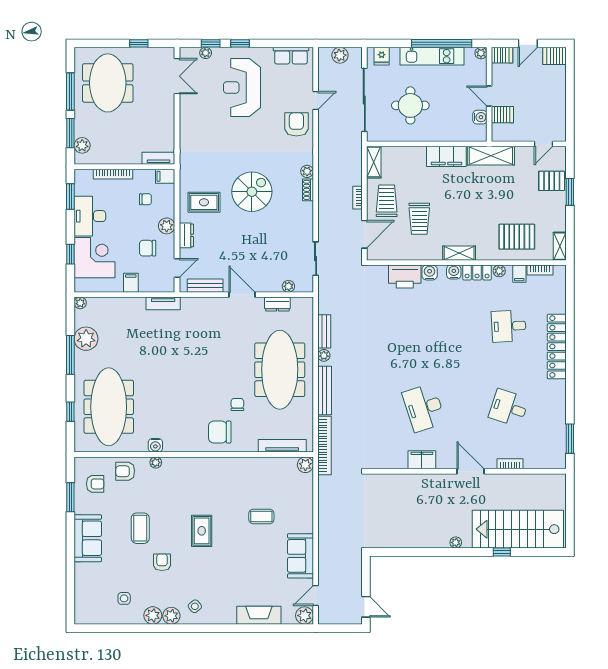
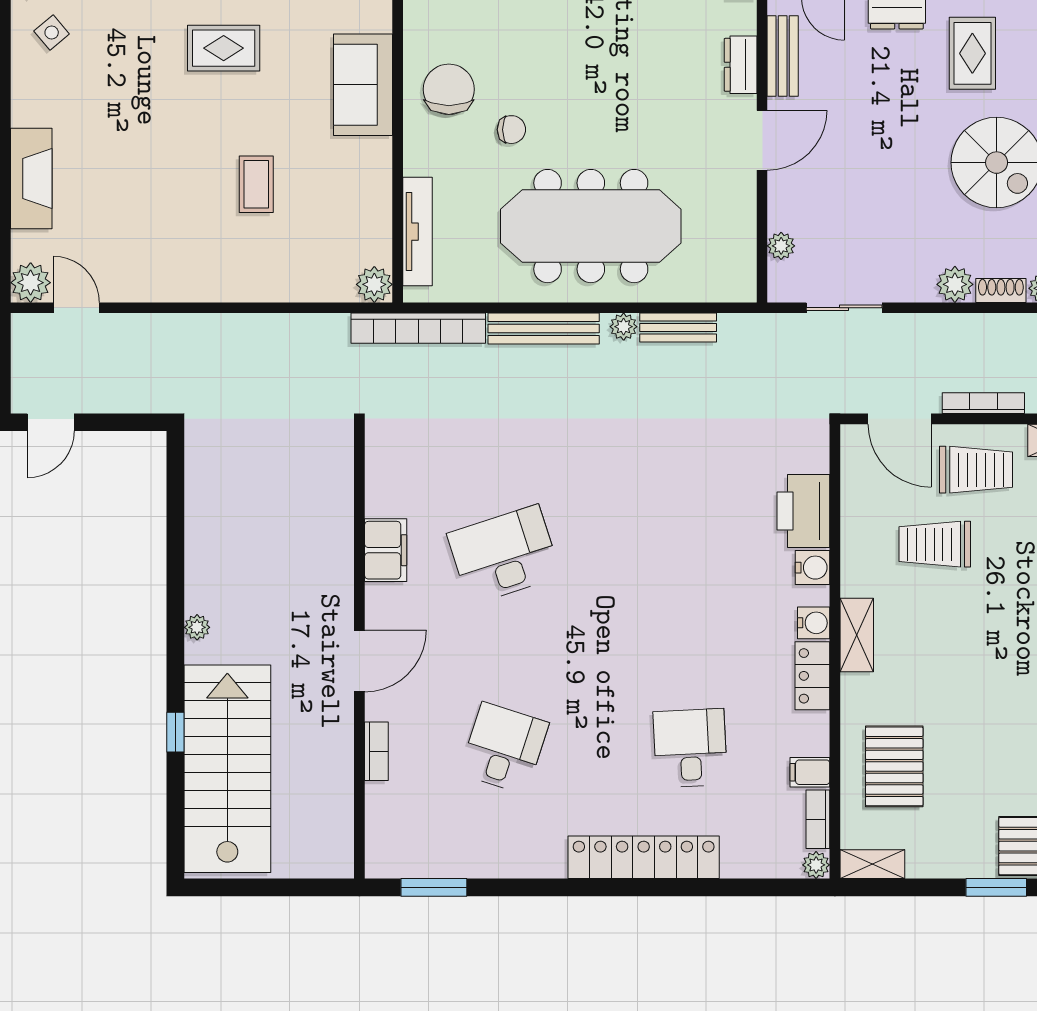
bookcase: (357, 198) -> (983, 403), width x1.56
plant: (305, 210) -> (955, 284), added
plant: (499, 271) -> (816, 865), moved
dresser: (277, 304) -> (741, 65), moved
sofa: (300, 556) -> (363, 85), moved, turned -90

